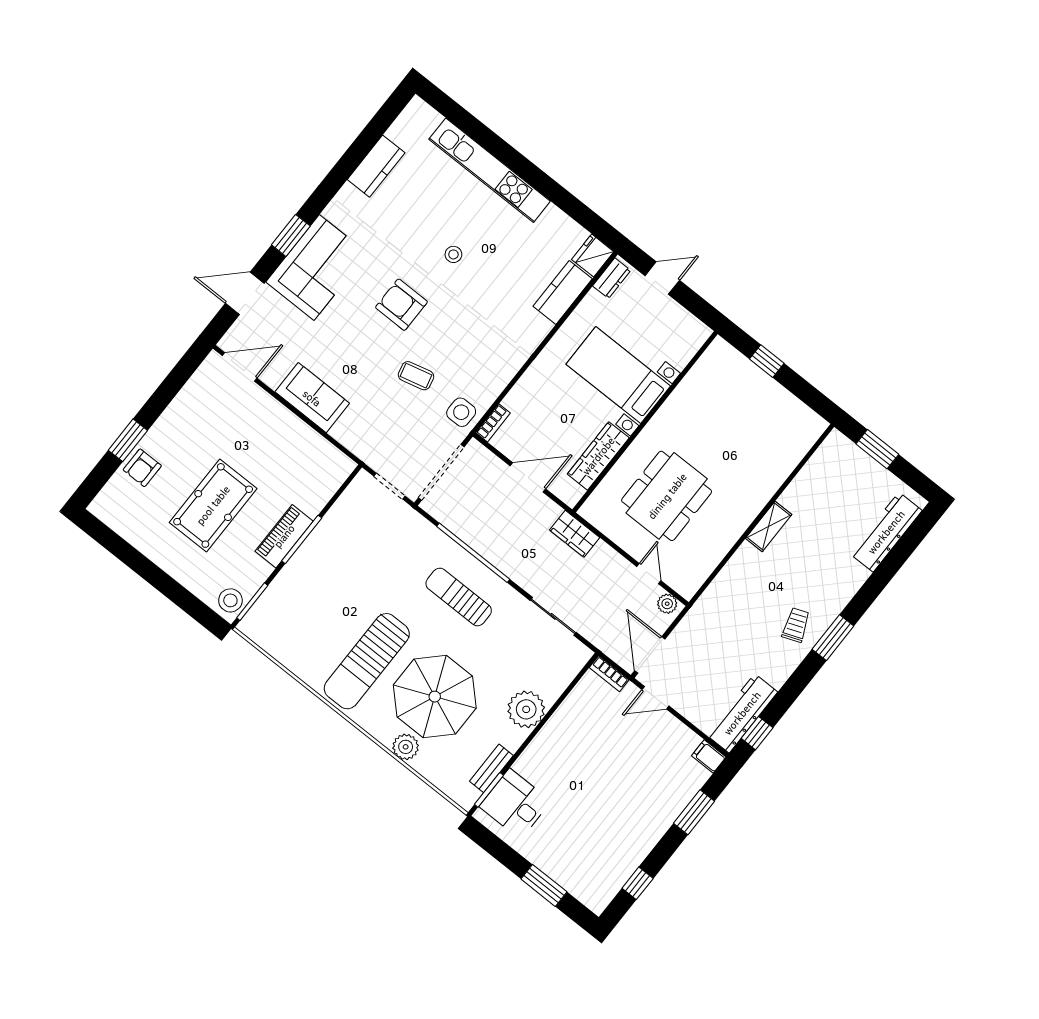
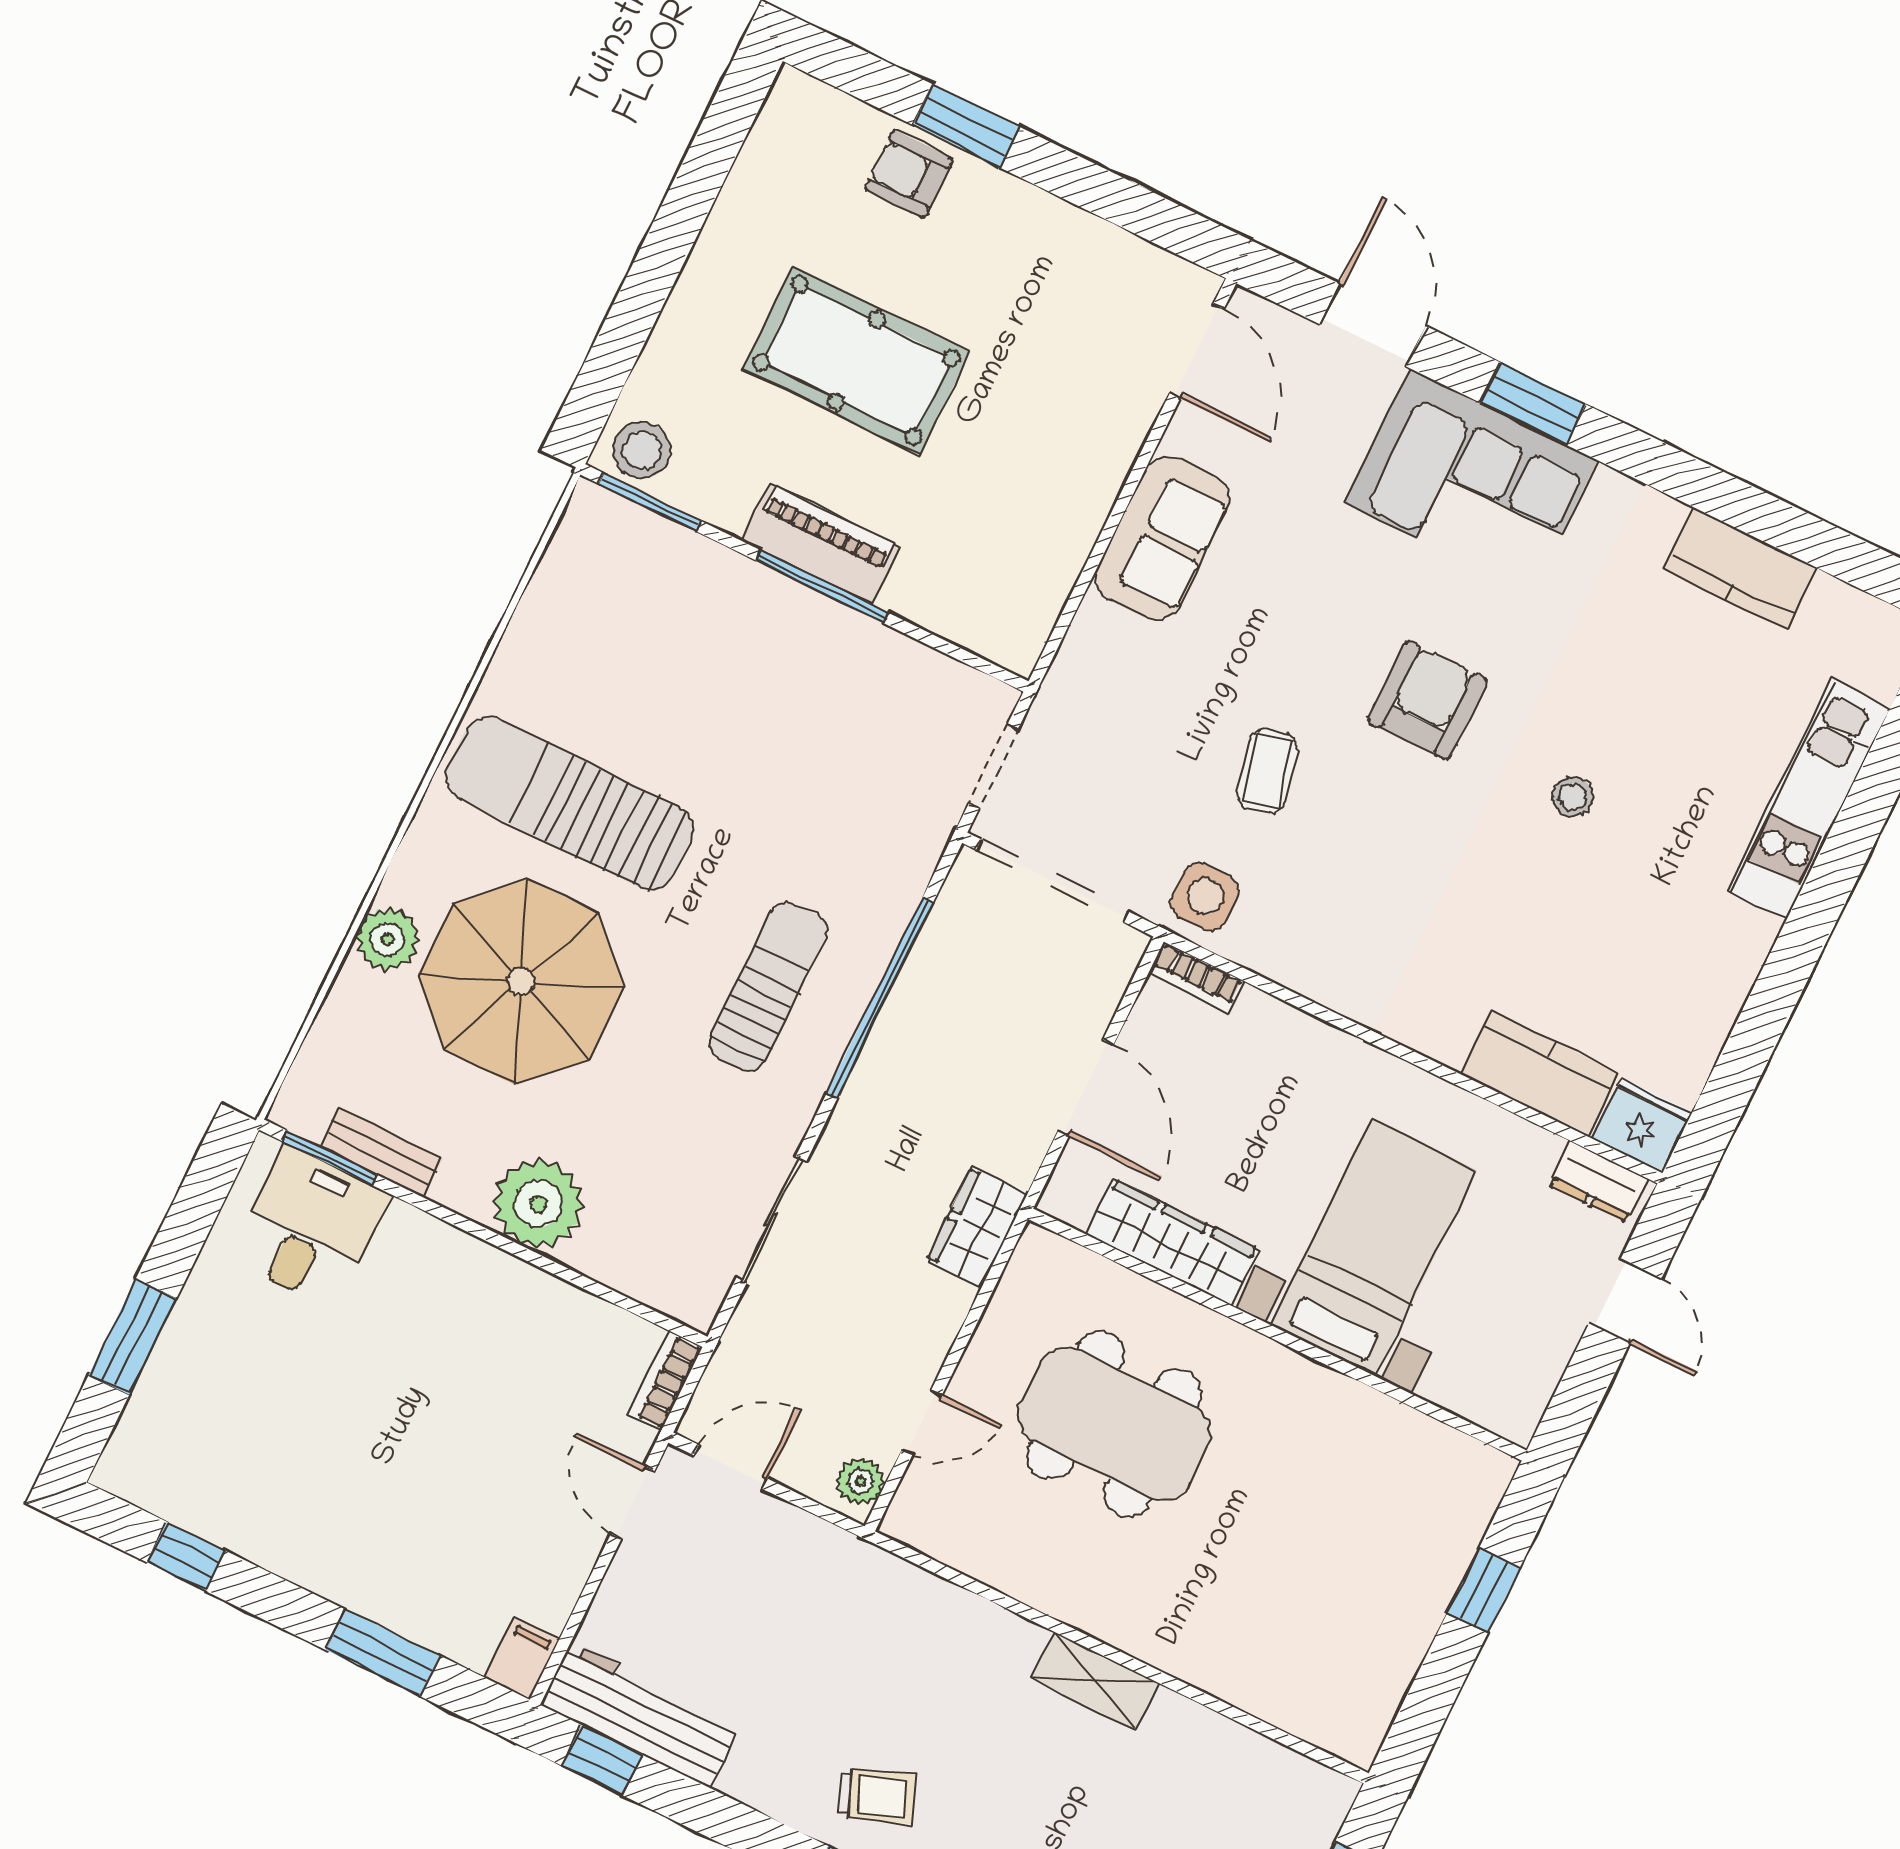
kitchen unit: (490, 170) -> (1809, 800), width x0.73
door: (650, 655) -> (731, 1467), width x0.73

